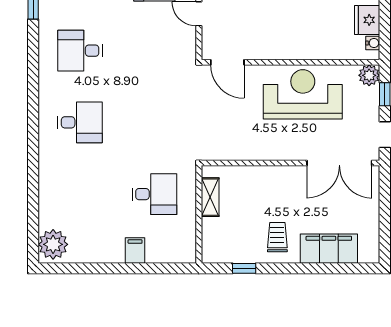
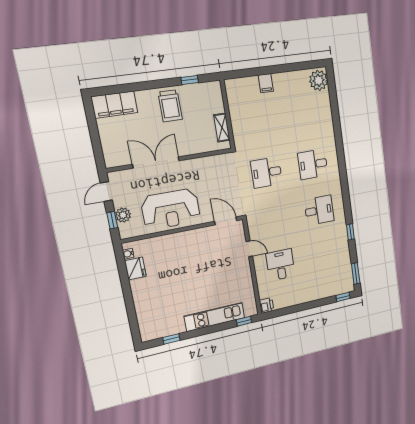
plant: (369, 75) -> (123, 215), moved
double door: (339, 163) -> (156, 162), moved
desk: (154, 194) -> (266, 172), moved
trolley: (277, 237) -> (170, 106), width x1.36, depth x1.39
filing cabinet: (329, 249) -> (114, 105), moved

